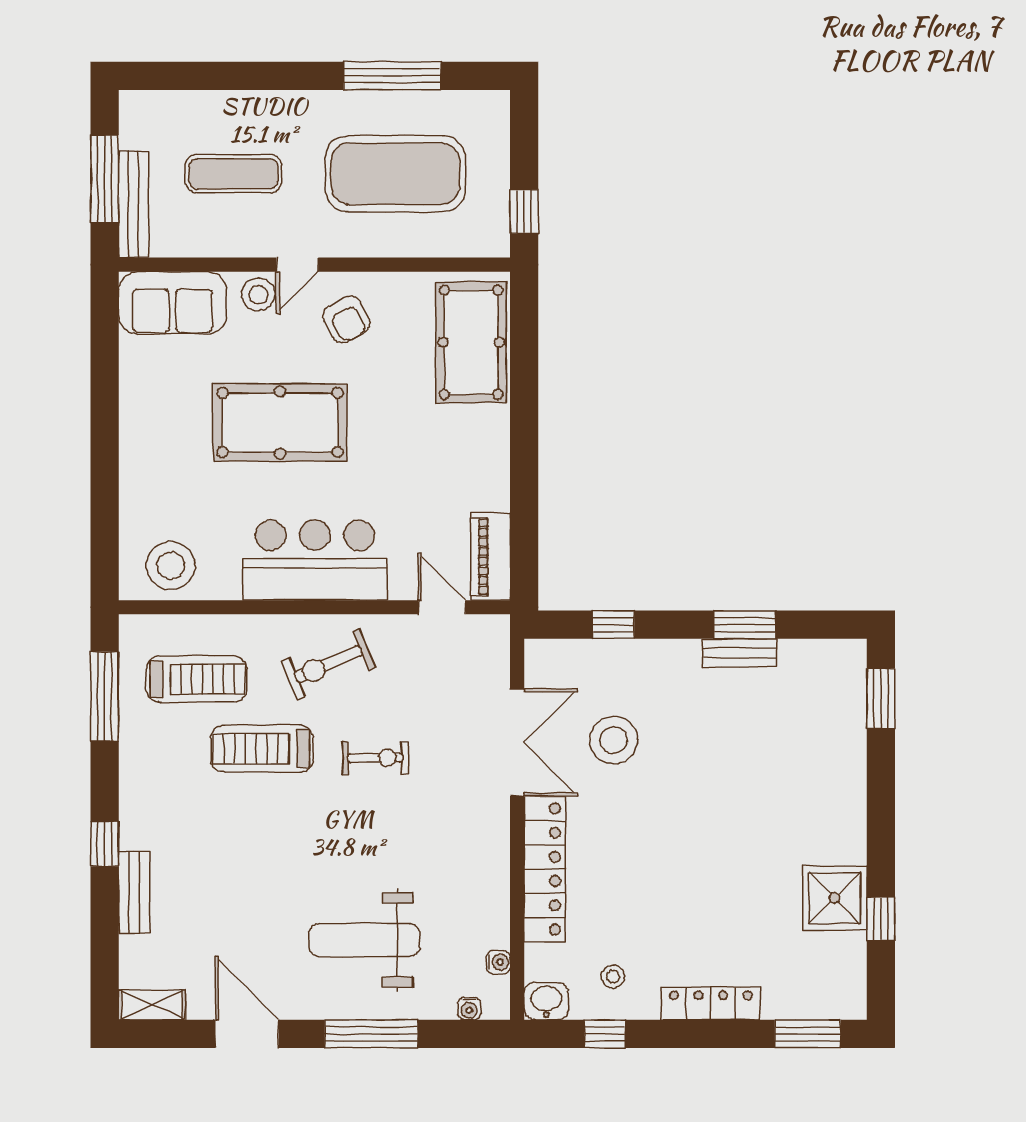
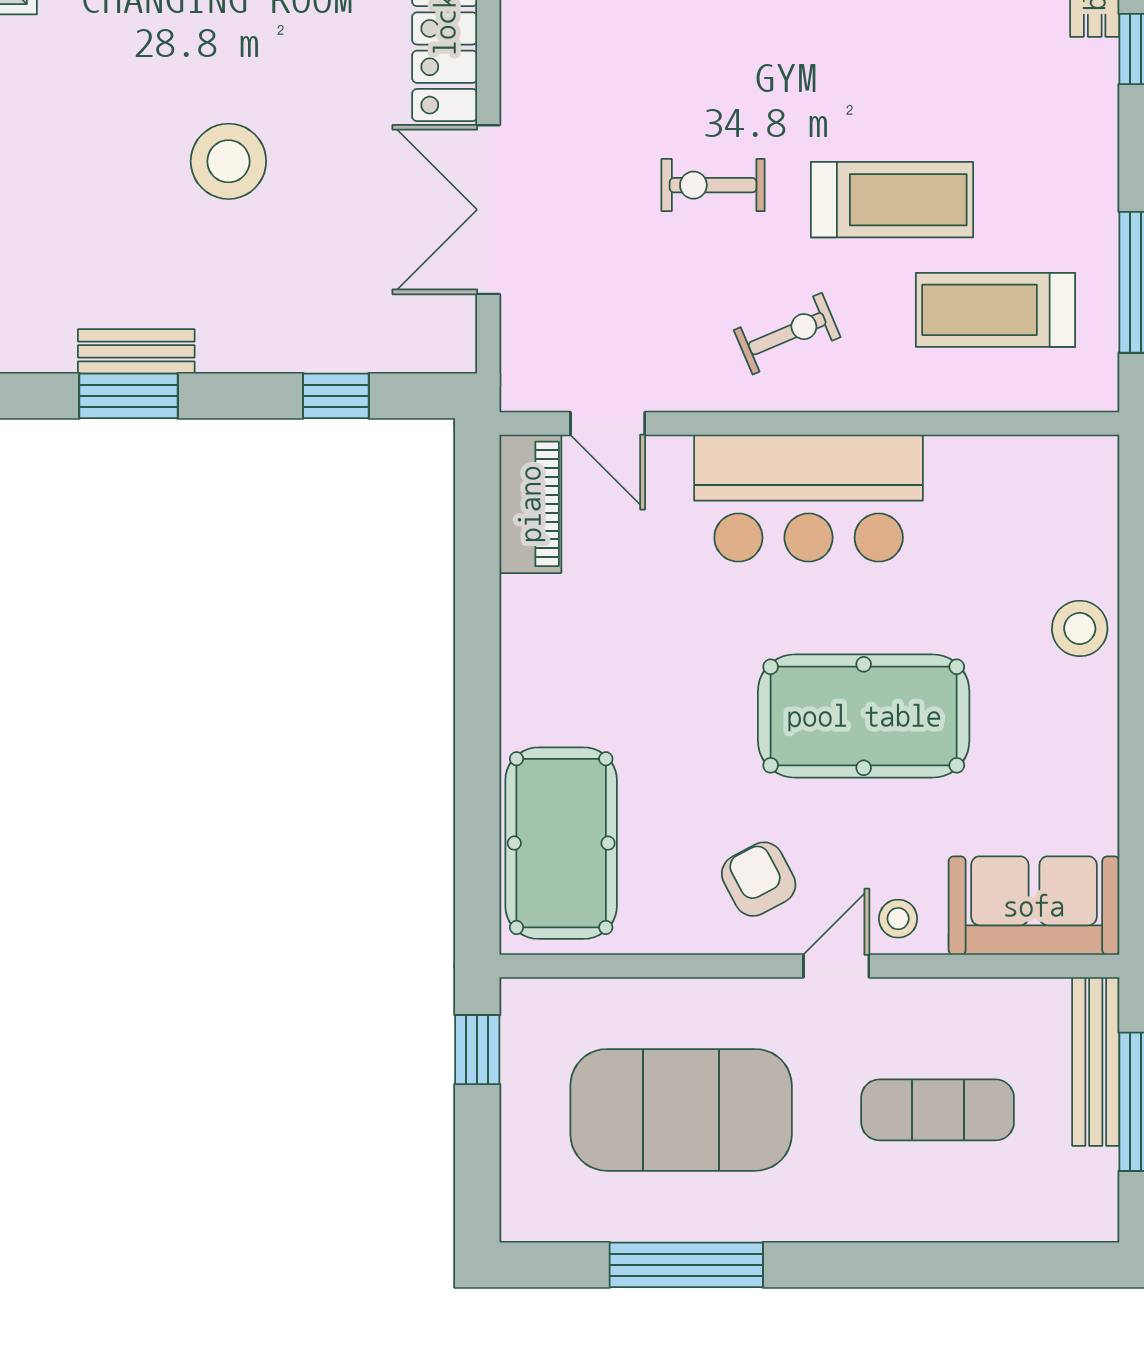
stool: (258, 295) -> (898, 919), width x0.73, depth x0.73
stool: (171, 566) -> (1080, 628), moved, width x0.73, depth x0.73
exercise bike: (328, 664) -> (787, 334), width x0.73, depth x0.72
stool: (614, 740) -> (228, 161), moved

